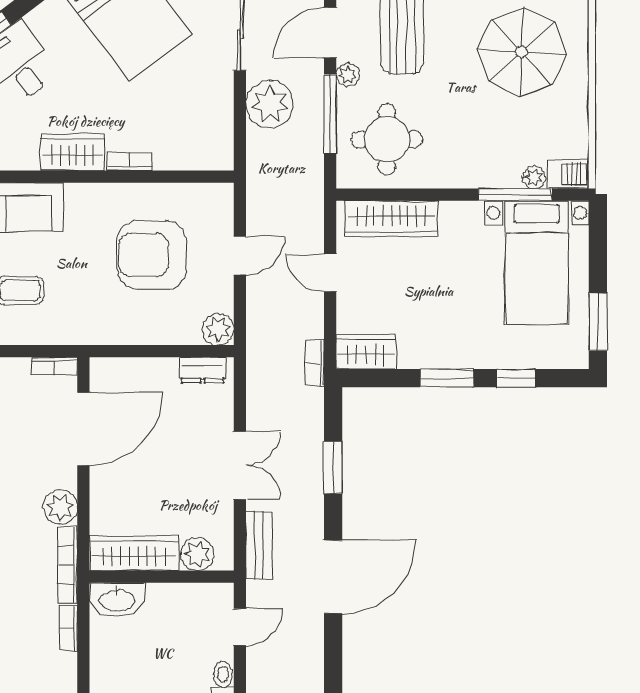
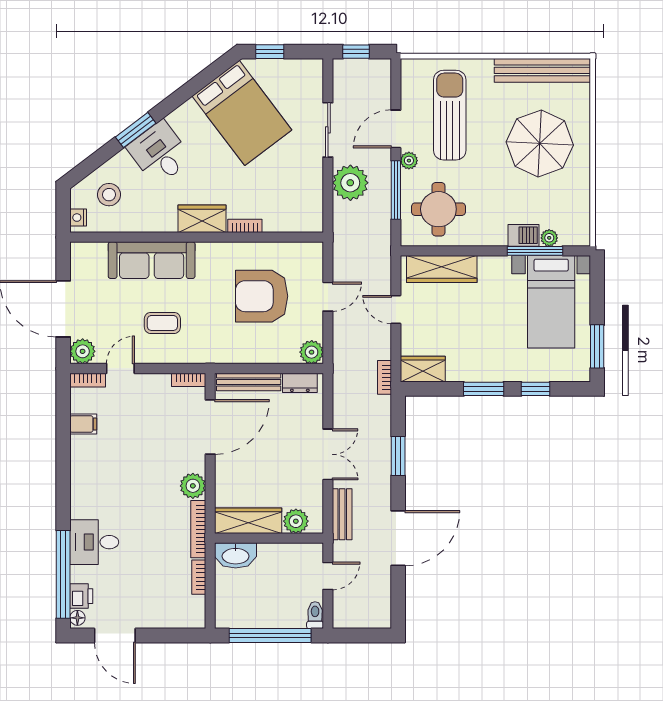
barbecue: (568, 174) -> (524, 235), moved
bench: (135, 369) -> (249, 382), added

